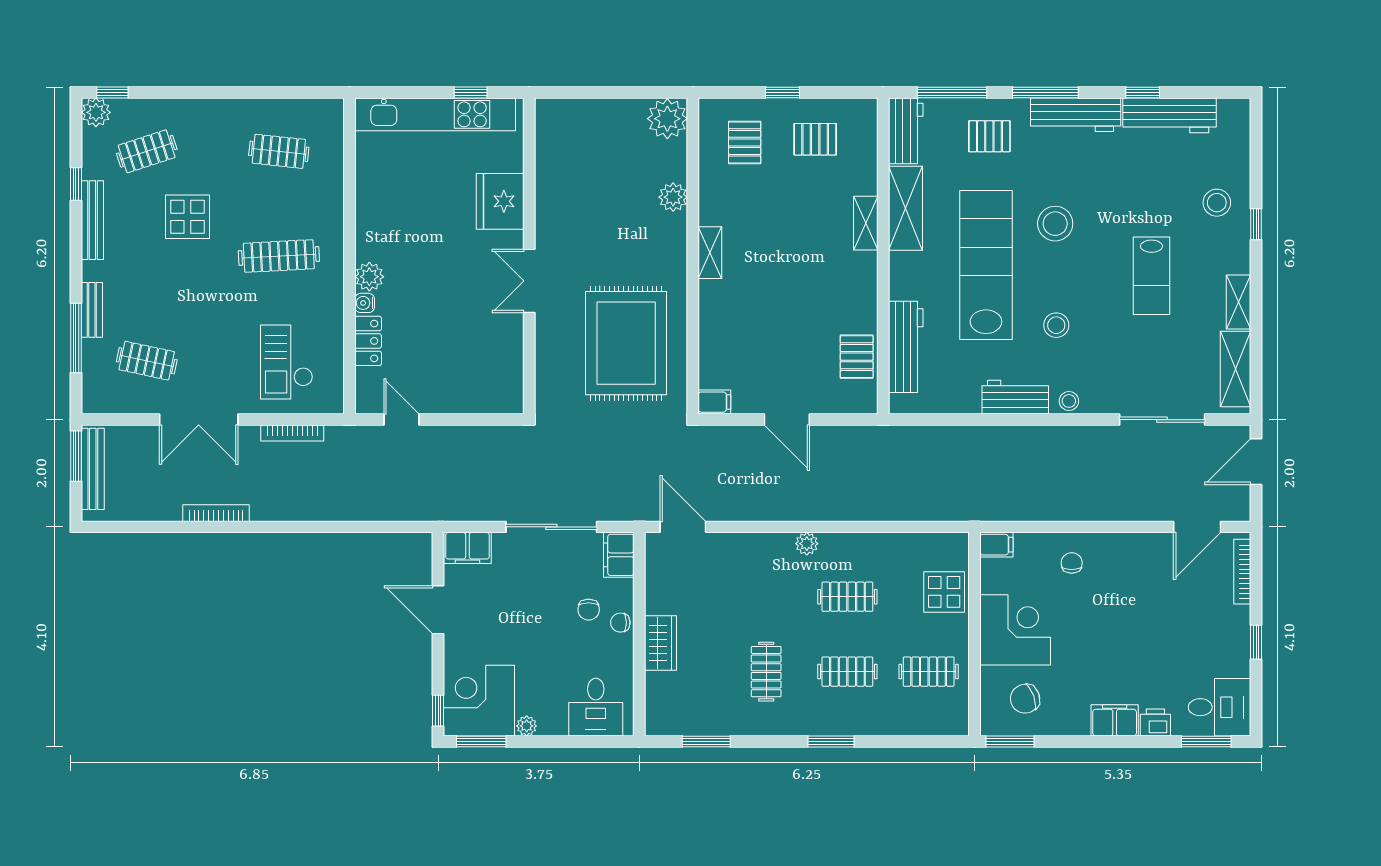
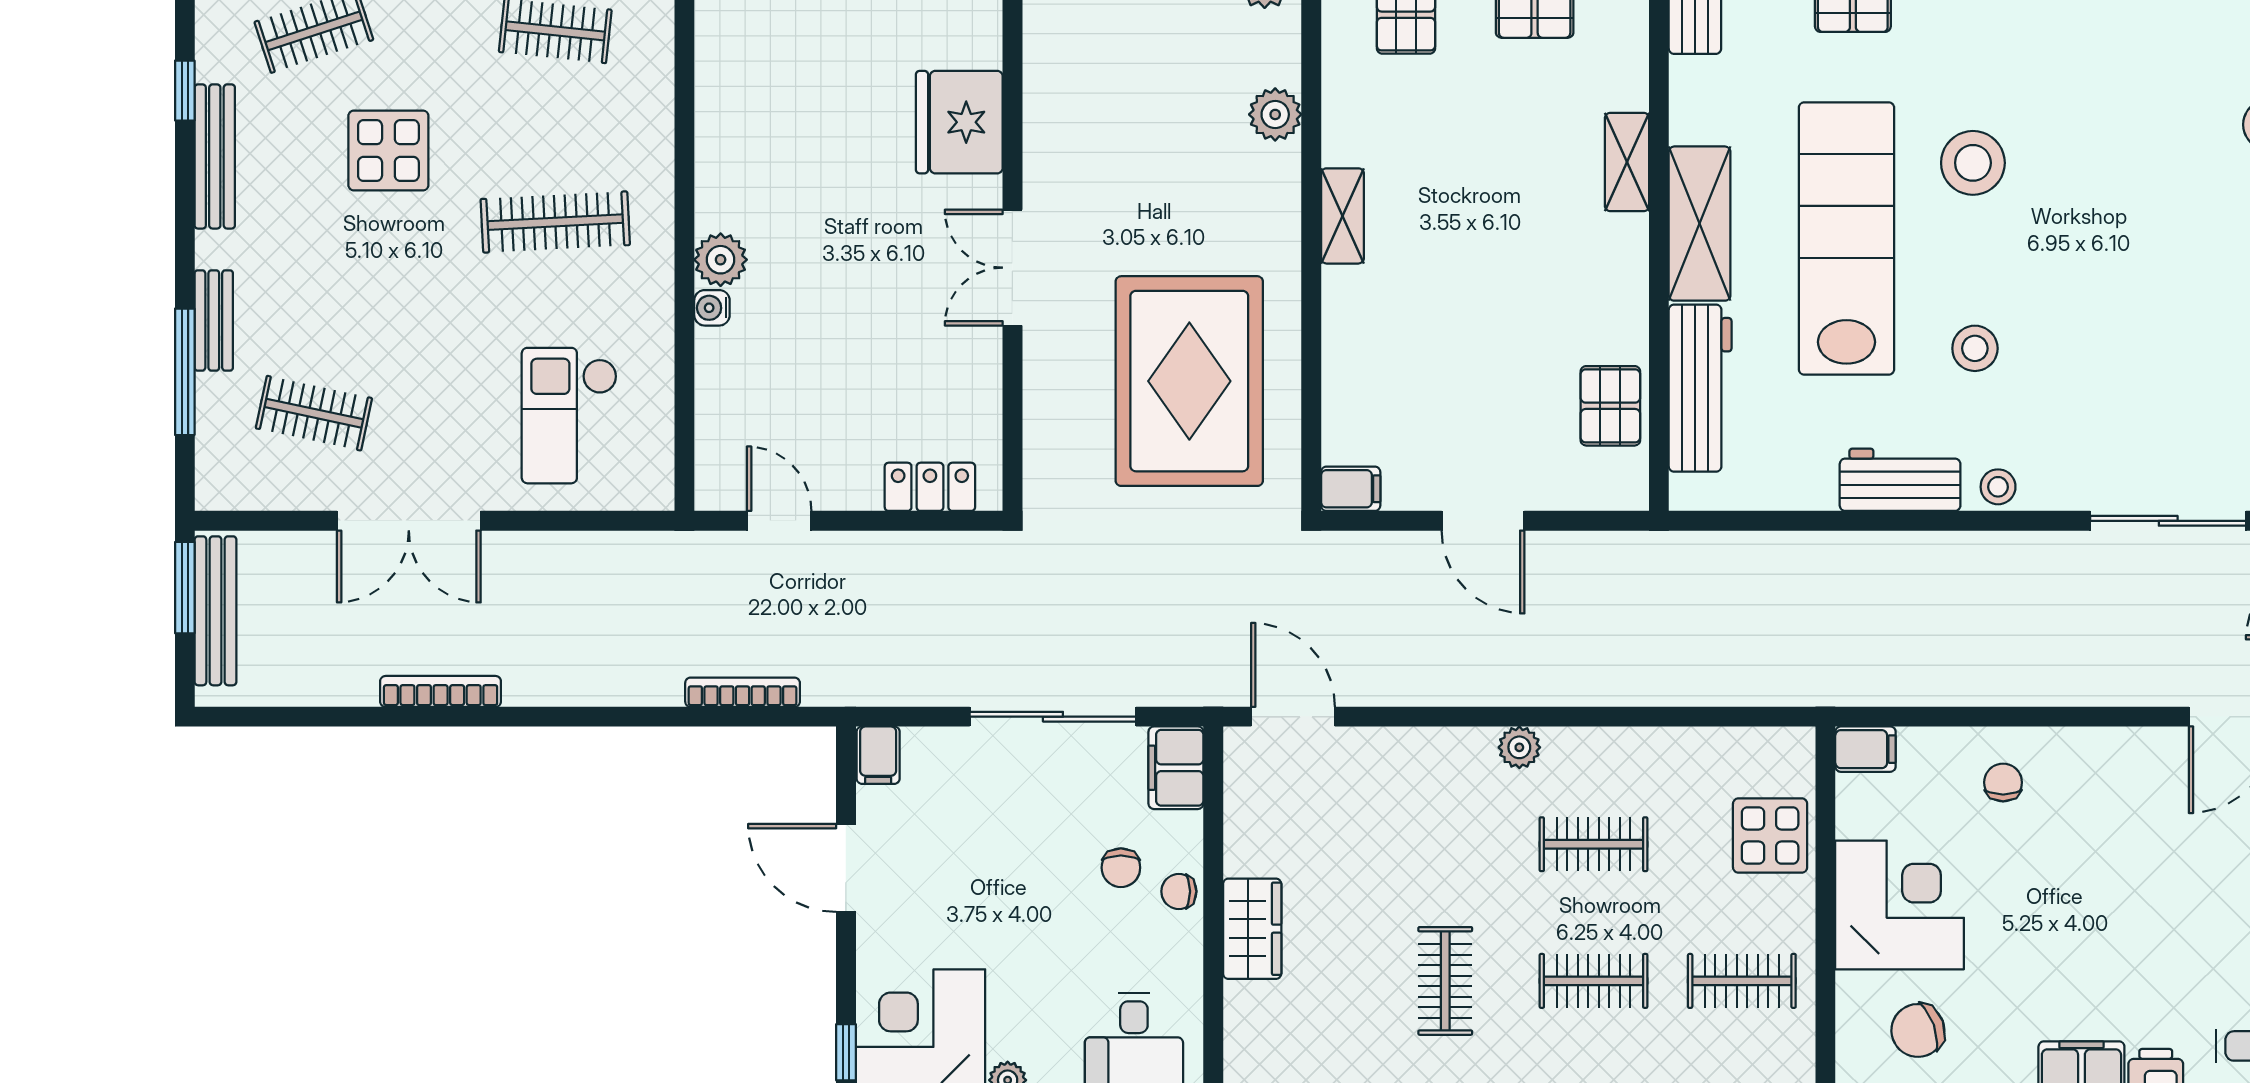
shelving: (905, 208) -> (1700, 224), moved
lab bench: (1151, 276) -> (2149, 258), removed
locker: (368, 341) -> (930, 487), moved, turned -90
bookcase: (292, 433) -> (743, 692), moved, turned 180
filing cabinet: (467, 548) -> (878, 755), width x0.50

